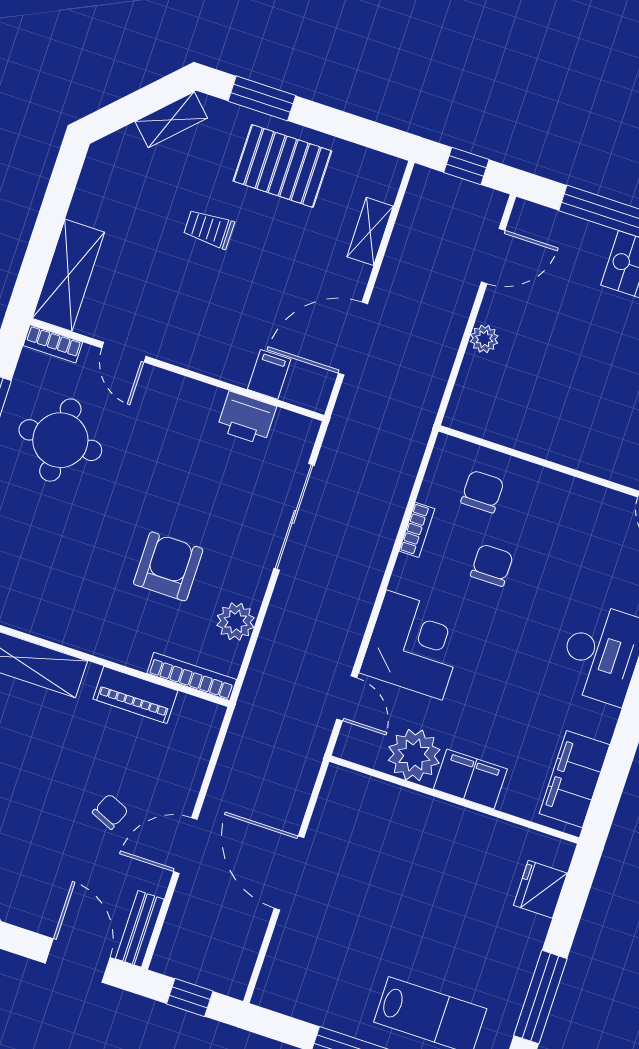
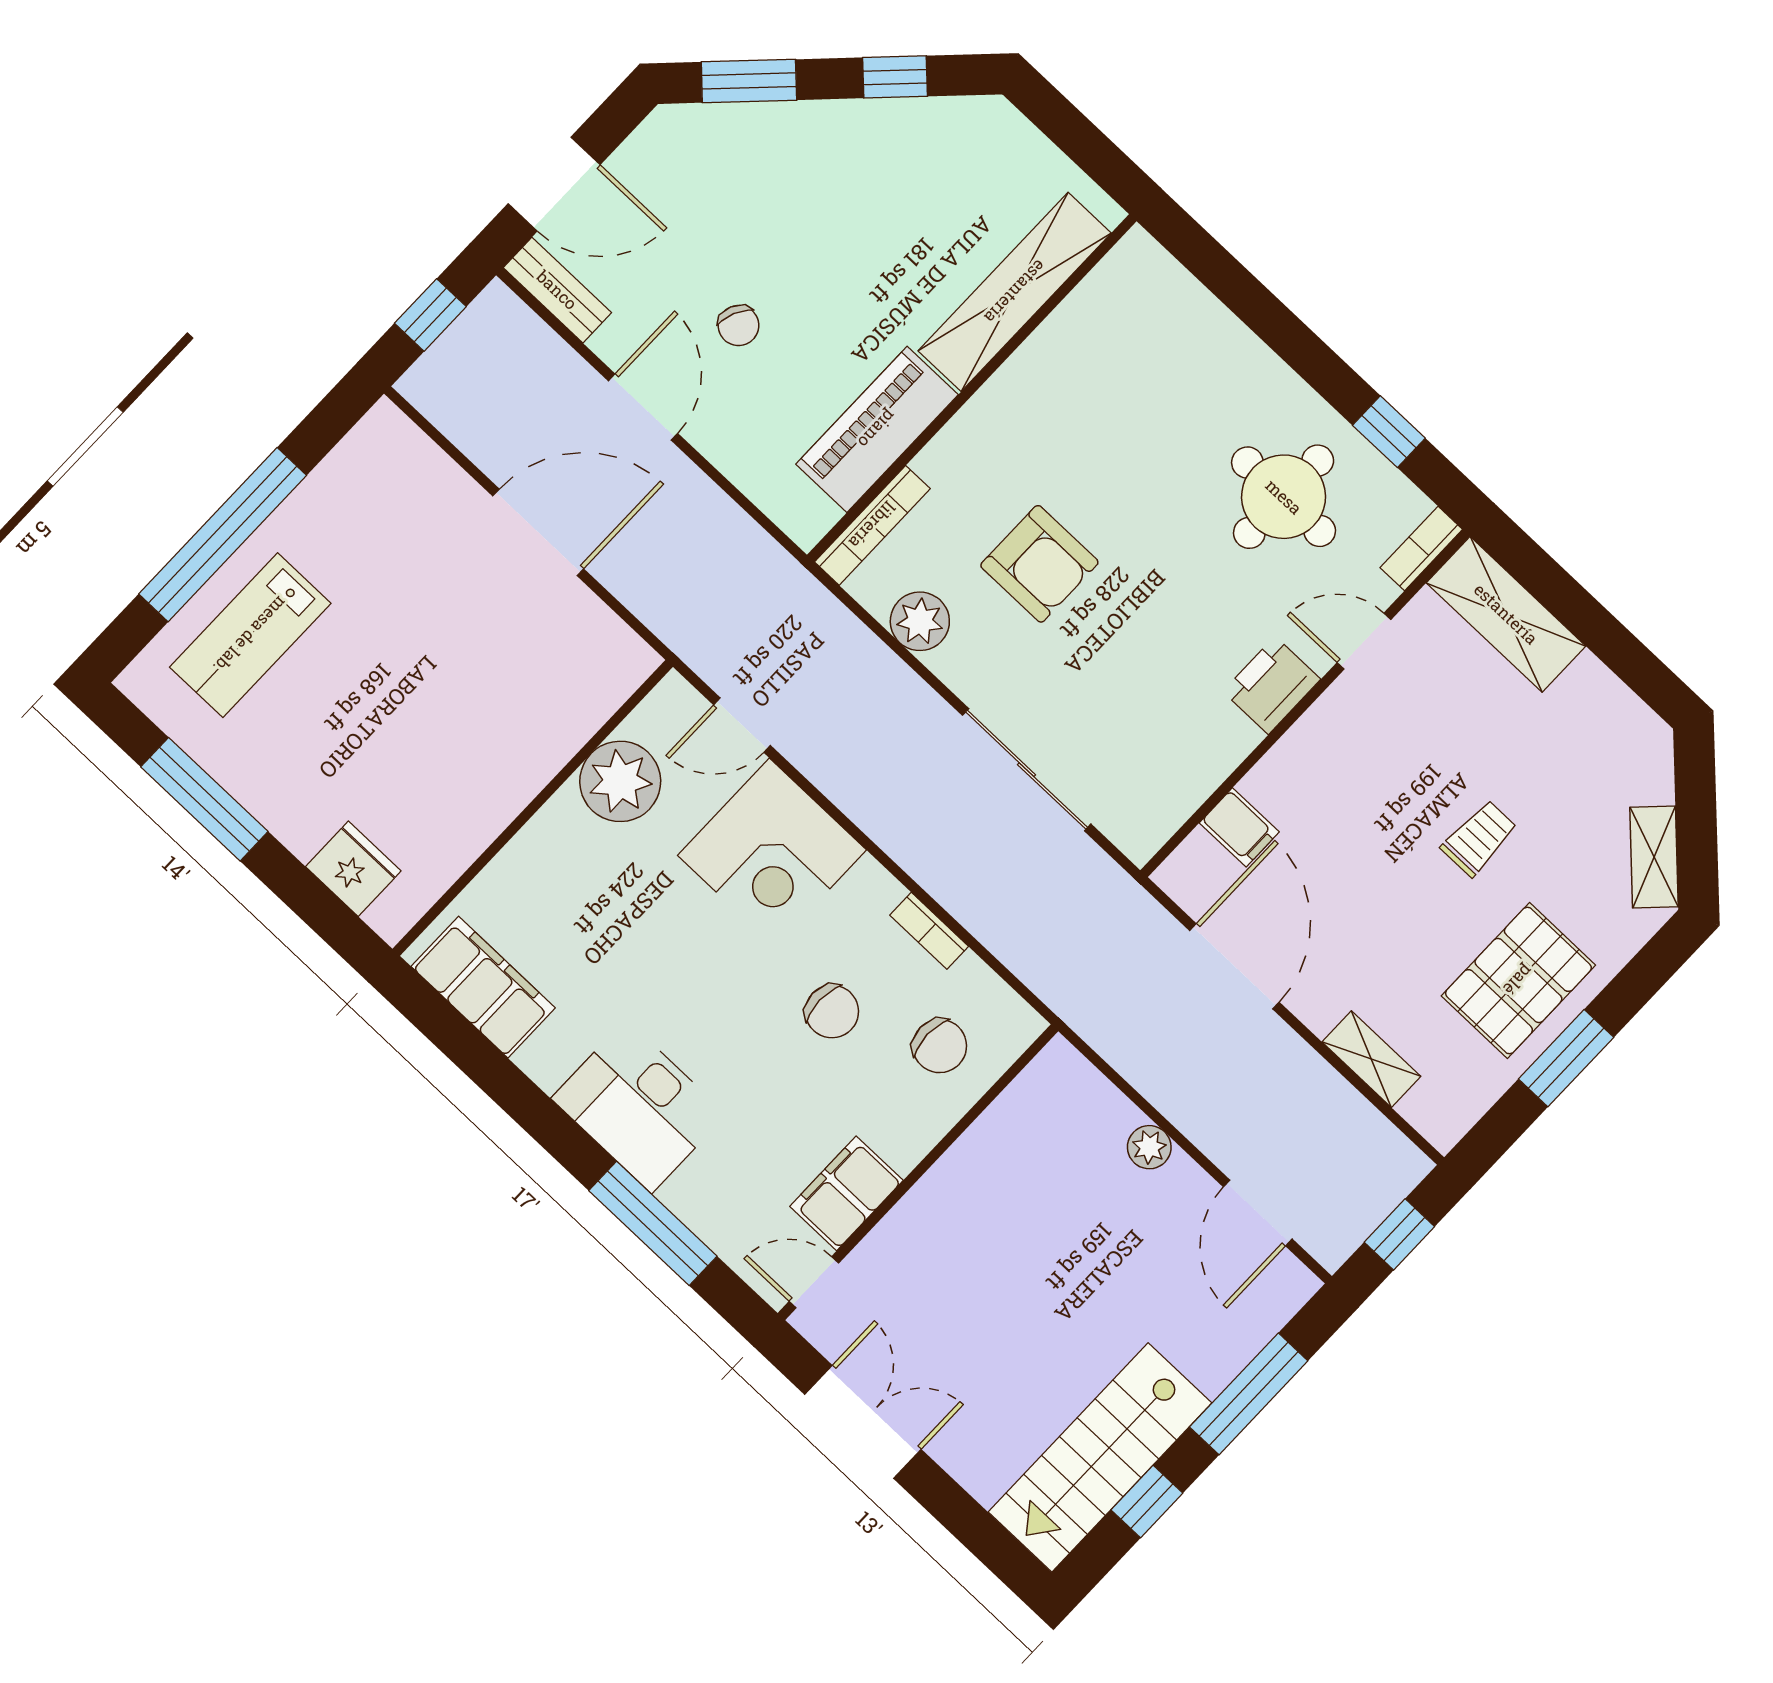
window: (262, 98) -> (1566, 1058), moved
printer: (247, 418) -> (1272, 685), moved
piano: (135, 695) -> (877, 429), width x1.37, depth x1.33
filing cabinet: (470, 779) -> (846, 1193), moved, turned 180

